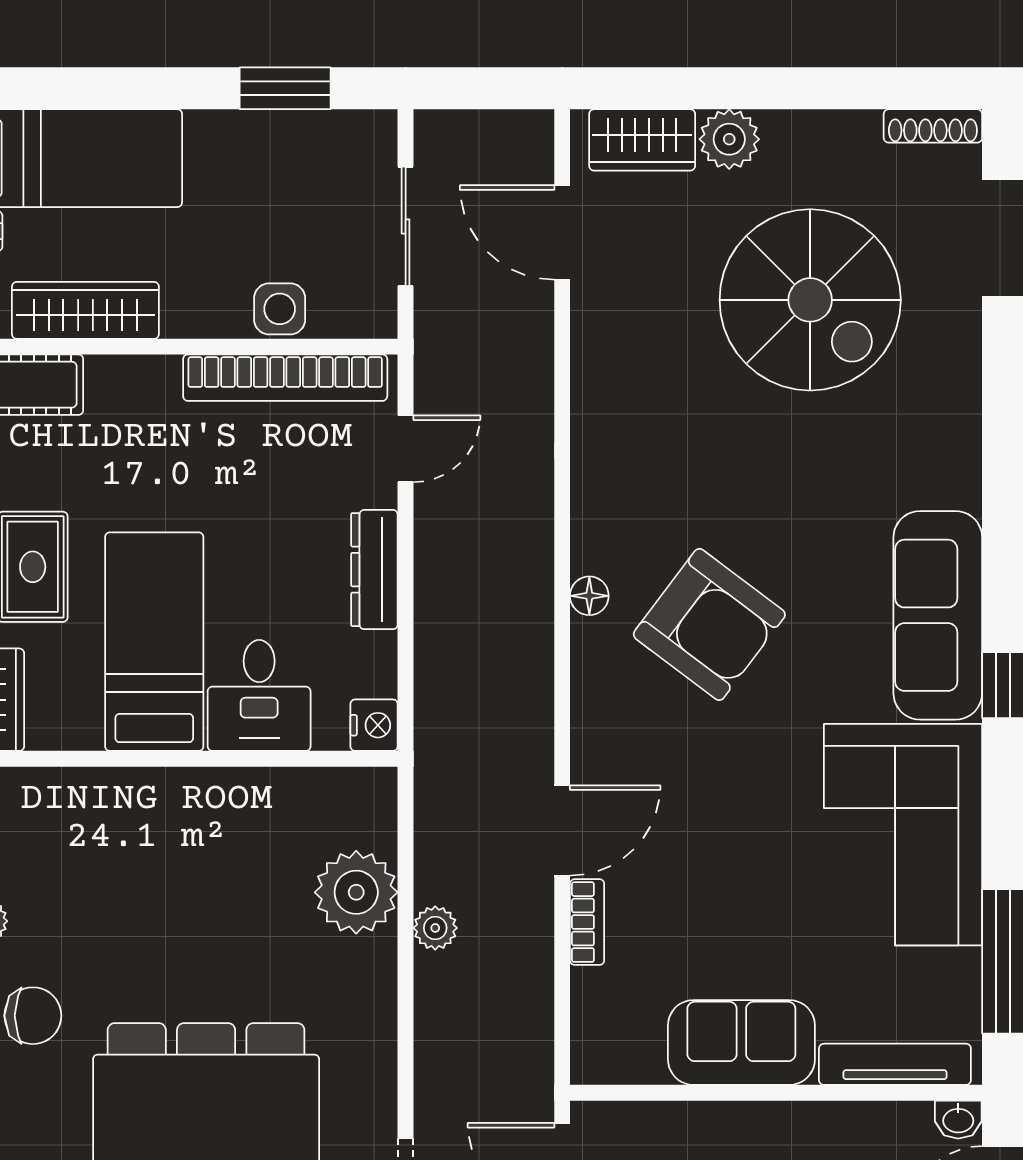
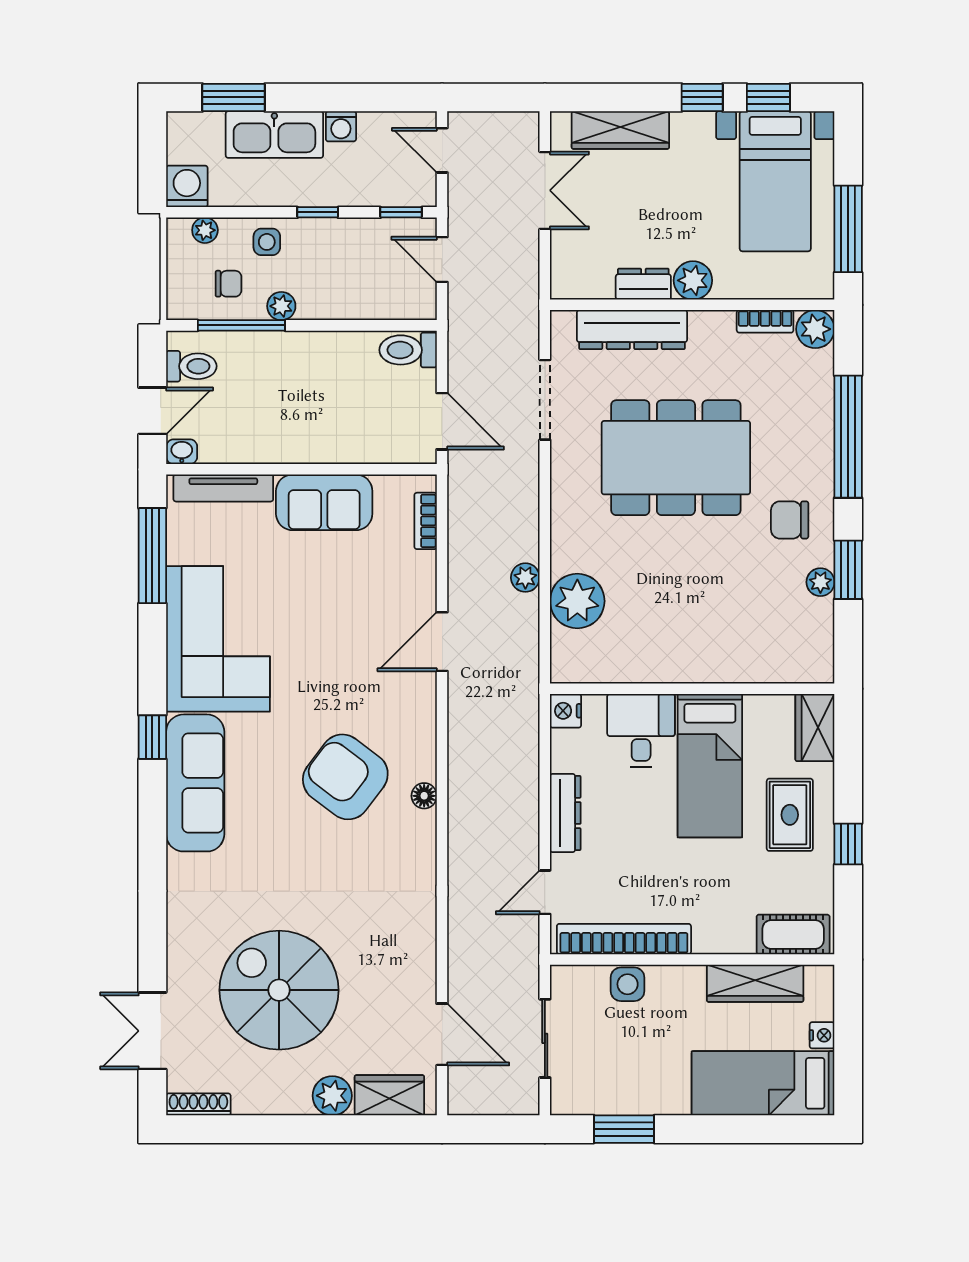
bookcase: (587, 922) -> (426, 521), moved

